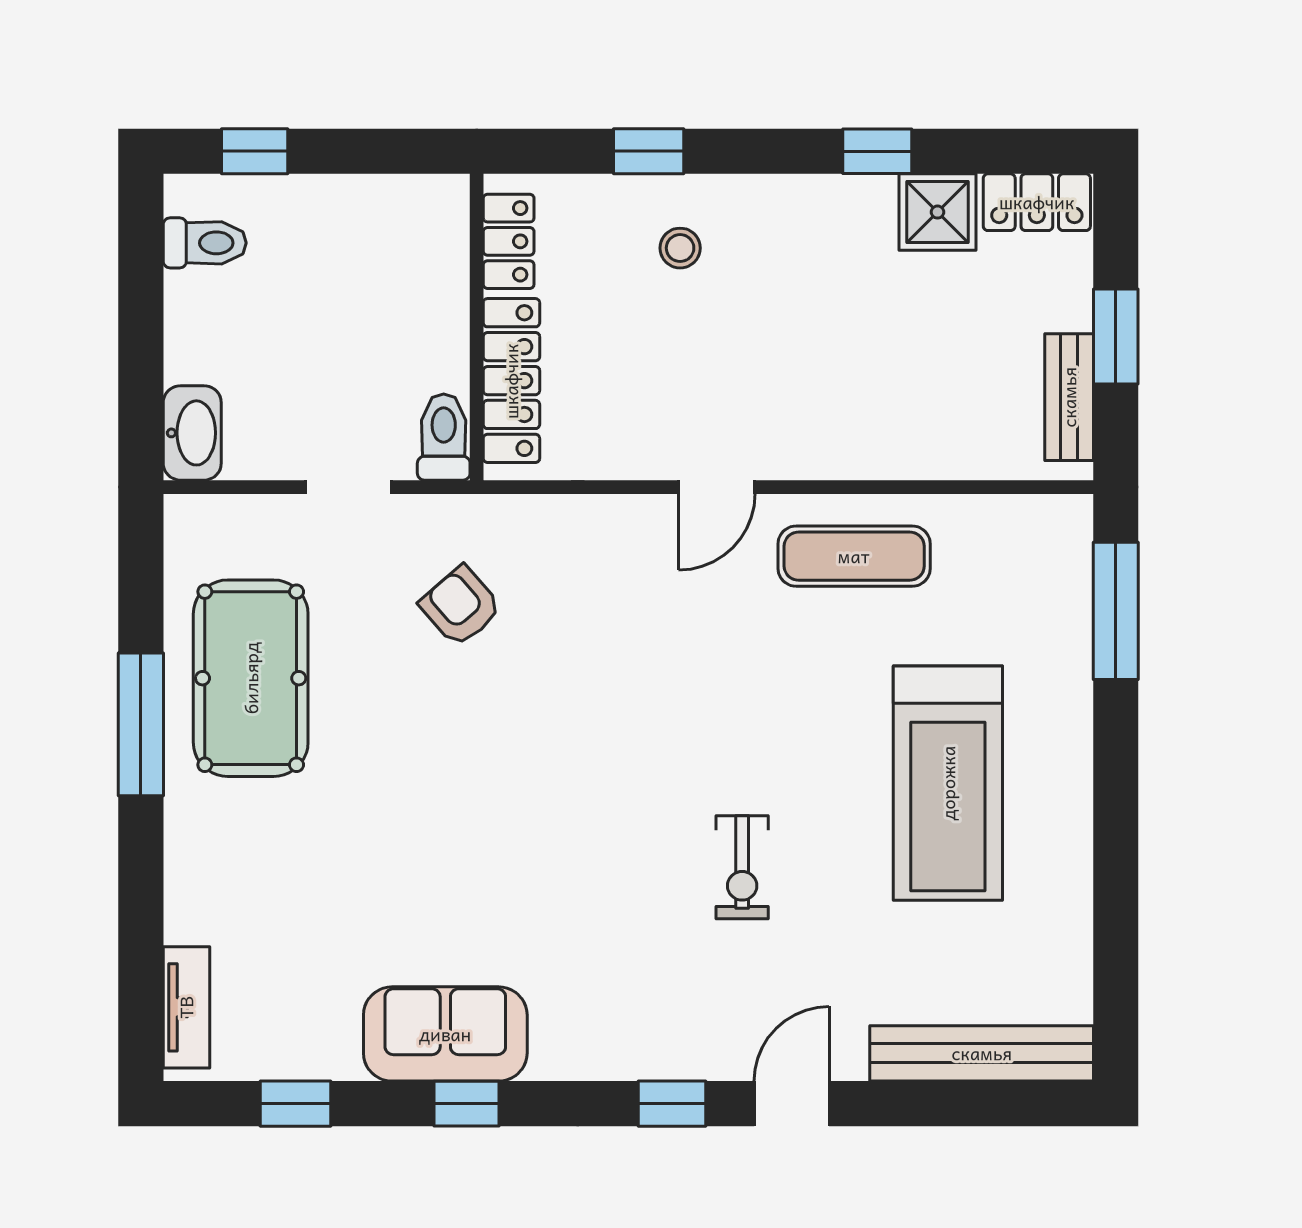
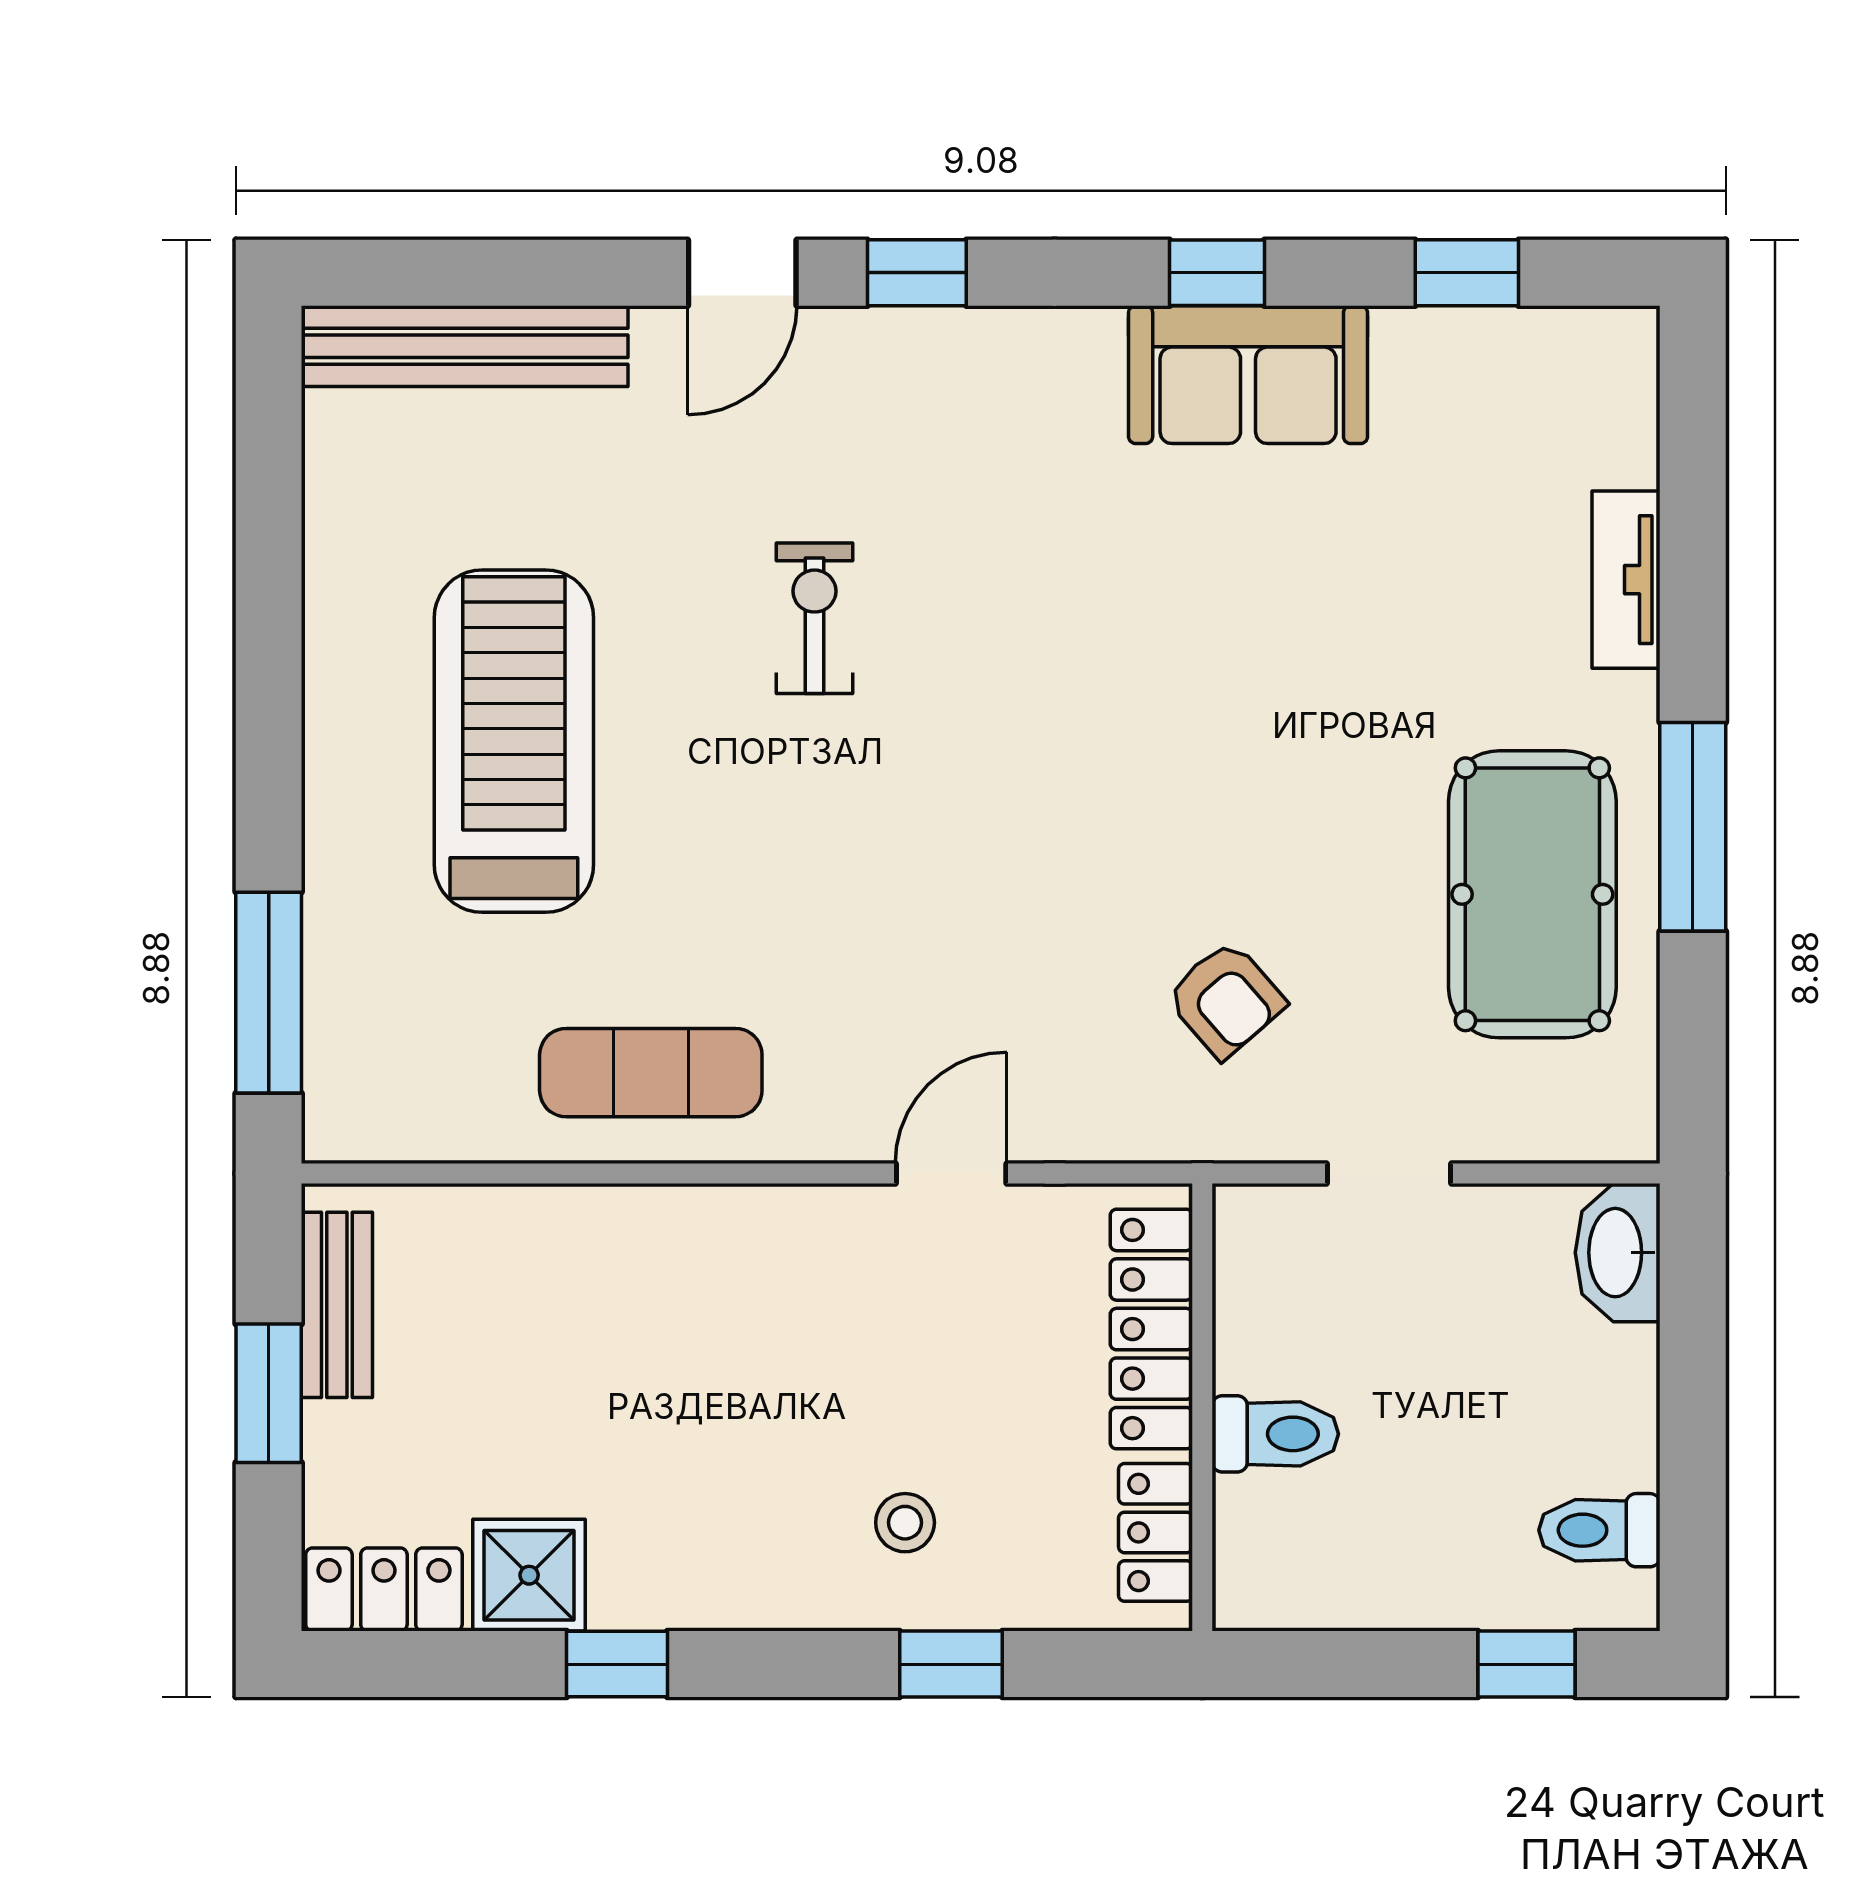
toilet: (444, 437) -> (1275, 1434), moved, turned -90
door: (717, 487) -> (951, 1173), moved
tv unit: (186, 1007) -> (1626, 580), moved

